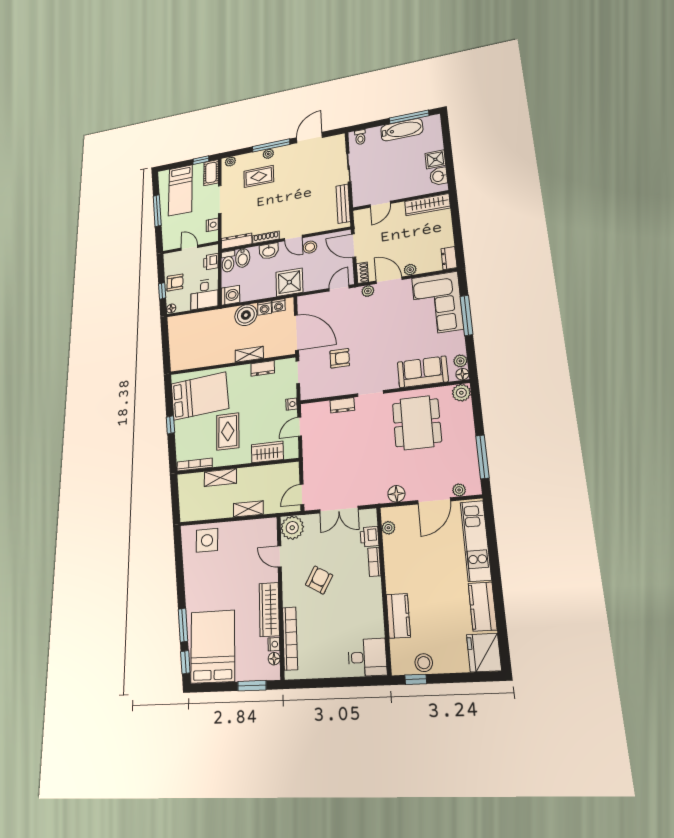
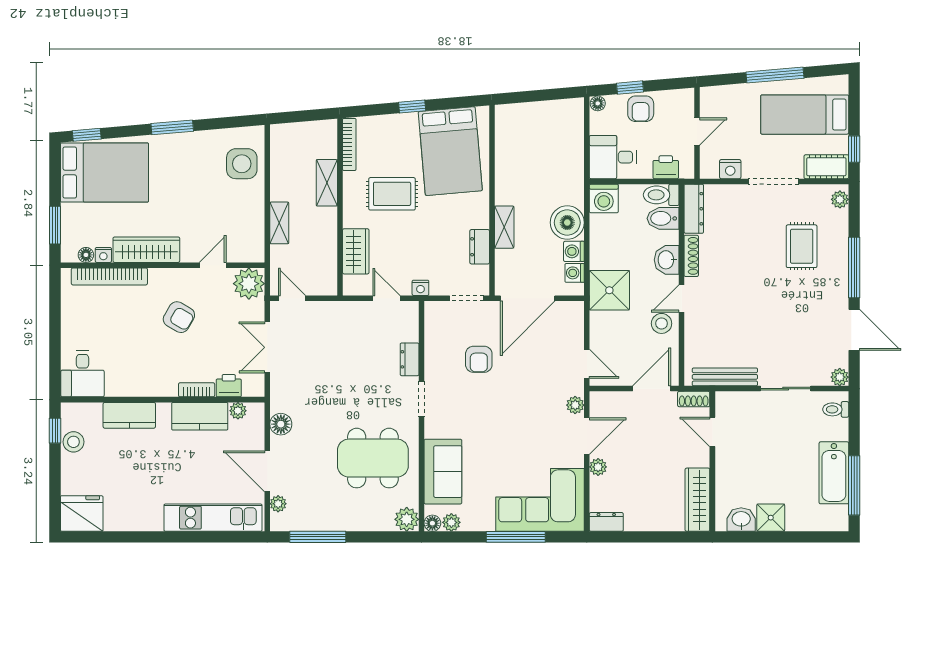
plant: (268, 154) -> (840, 377), moved
shoe rack: (362, 273) -> (694, 399), moved
kitchen counter: (482, 606) -> (200, 416), moved, turned 180
window: (183, 625) -> (172, 127), moved

